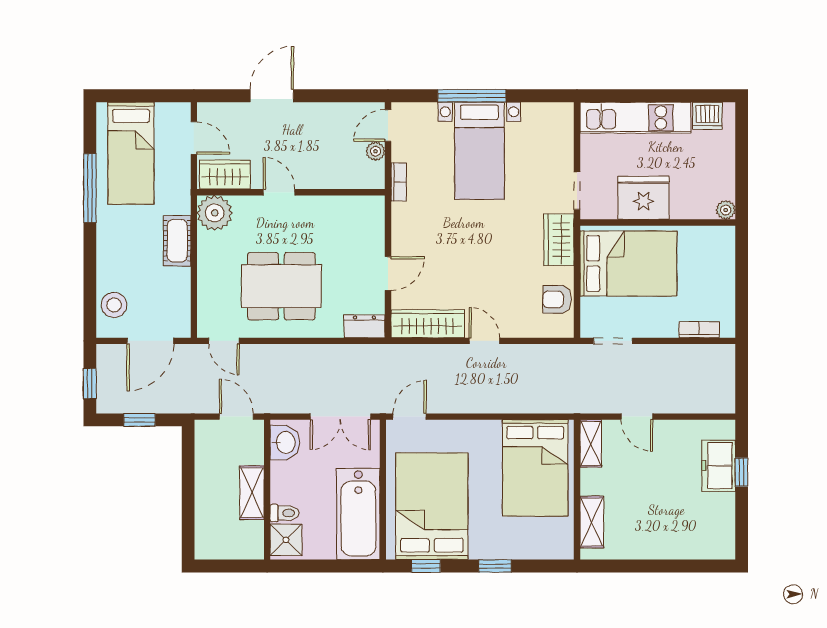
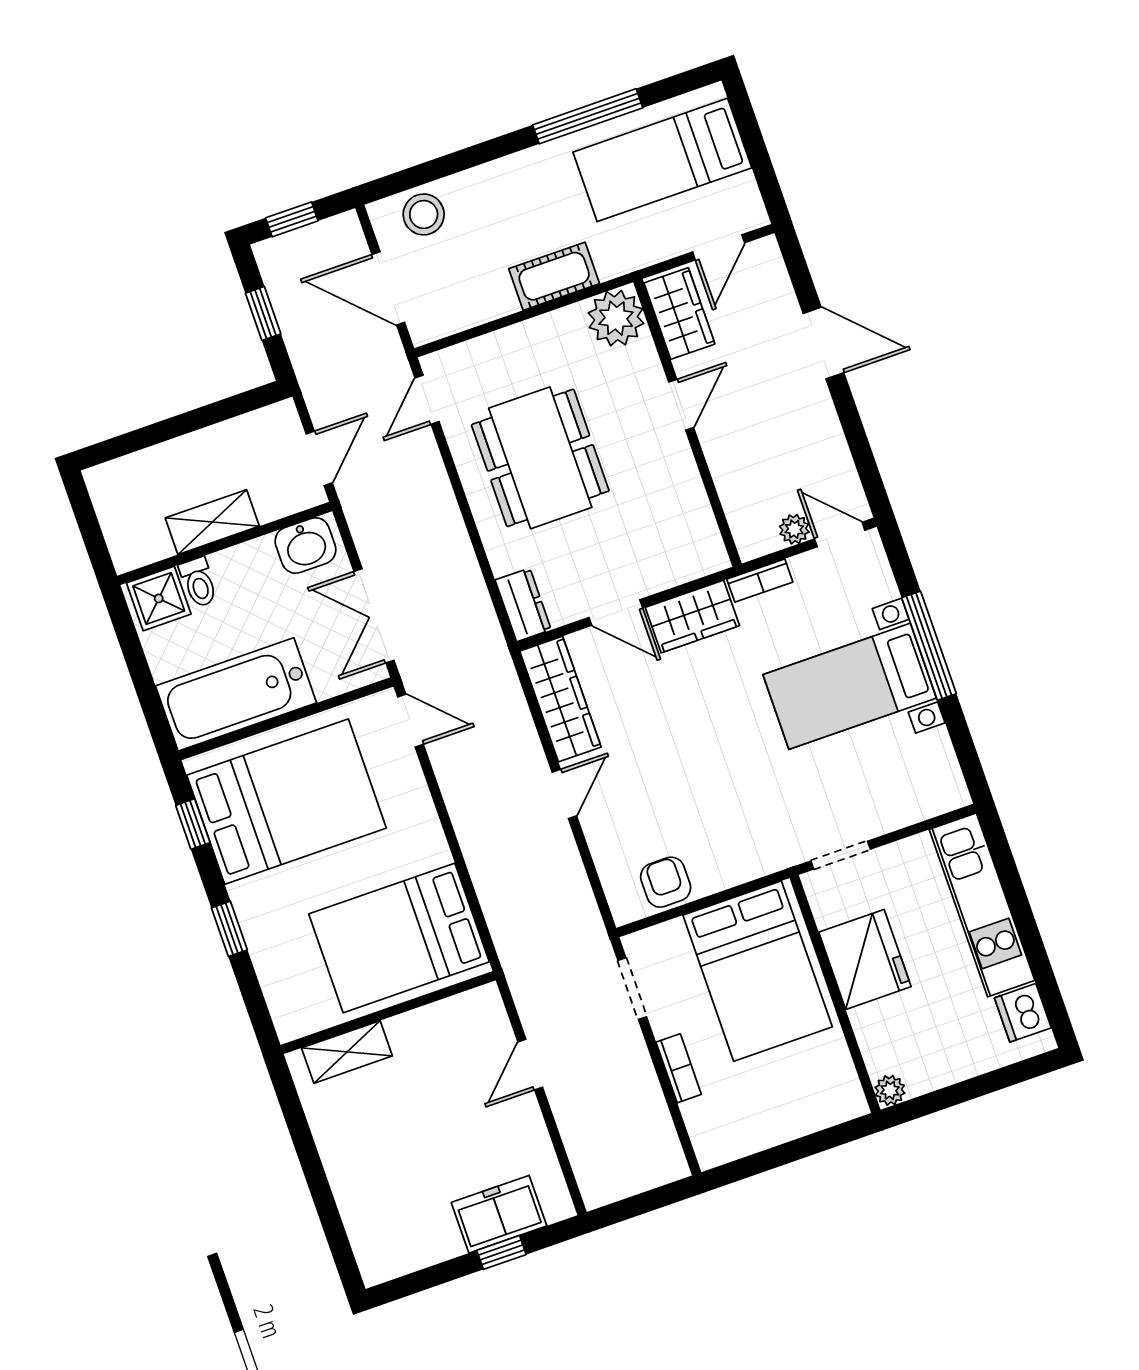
wardrobe: (559, 240) -> (692, 617), moved, turned 180
bookcase: (699, 330) -> (679, 1068), moved
shelving: (591, 443) -> (465, 1009), removed

